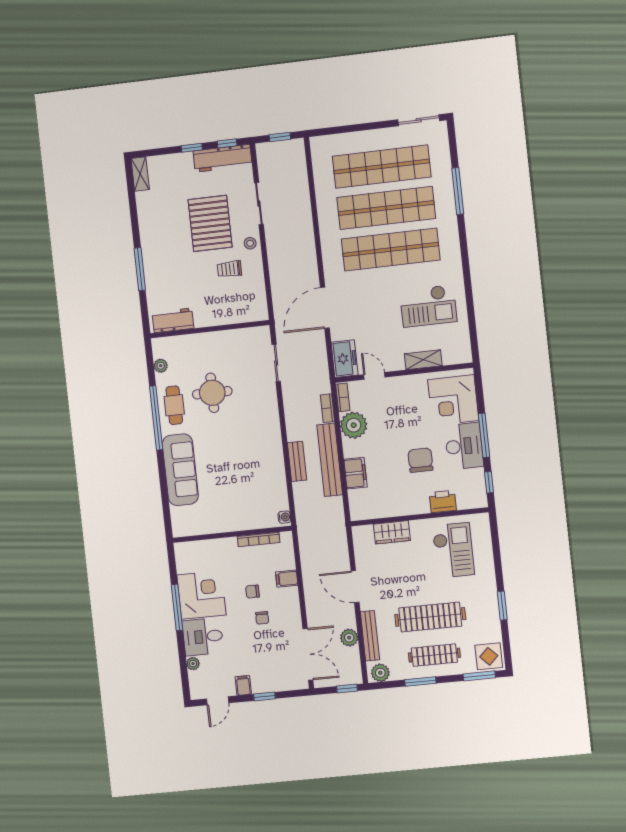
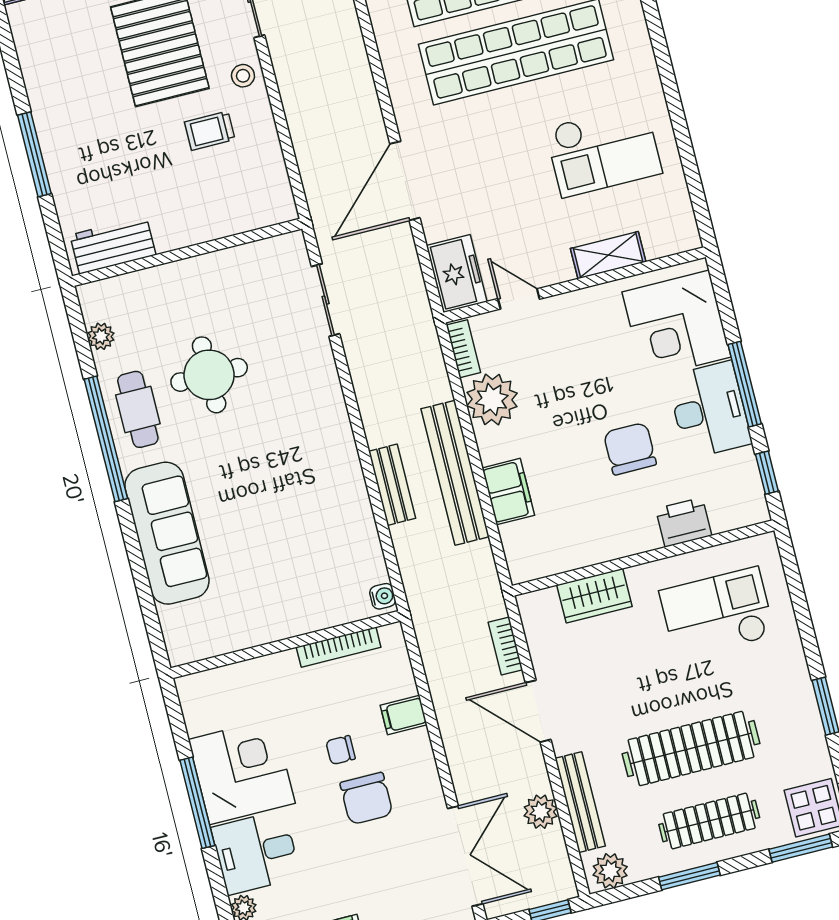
bookcase: (327, 408) -> (505, 646), moved
checkout: (453, 550) -> (717, 613), turned -90
chair: (262, 618) -> (366, 799), width x1.87, depth x1.87

